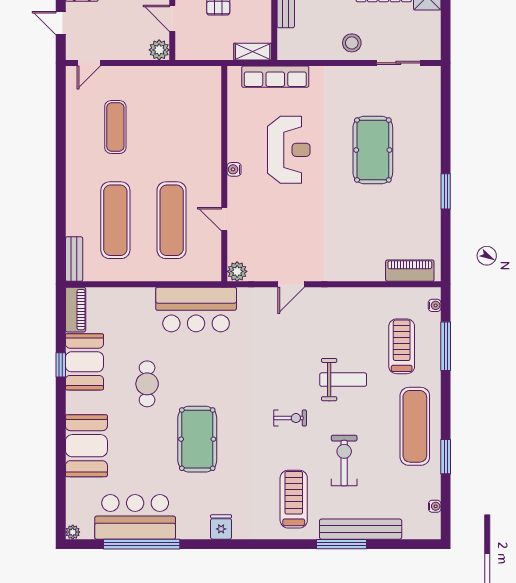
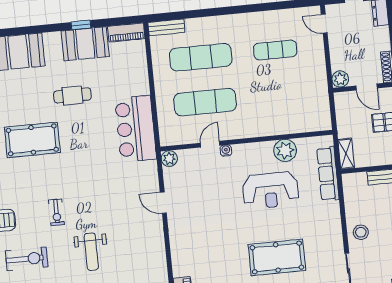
door: (172, 18) -> (366, 87), swing flipped
plant: (241, 127) -> (285, 150), added
water cooler: (234, 169) -> (226, 151), moved

